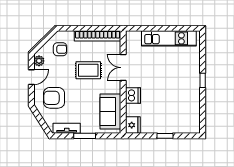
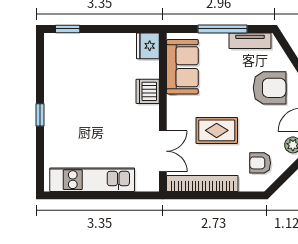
double door: (123, 68) -> (163, 151), moved
window: (85, 136) -> (222, 29), width x1.44
window: (165, 136) -> (68, 29), moved

